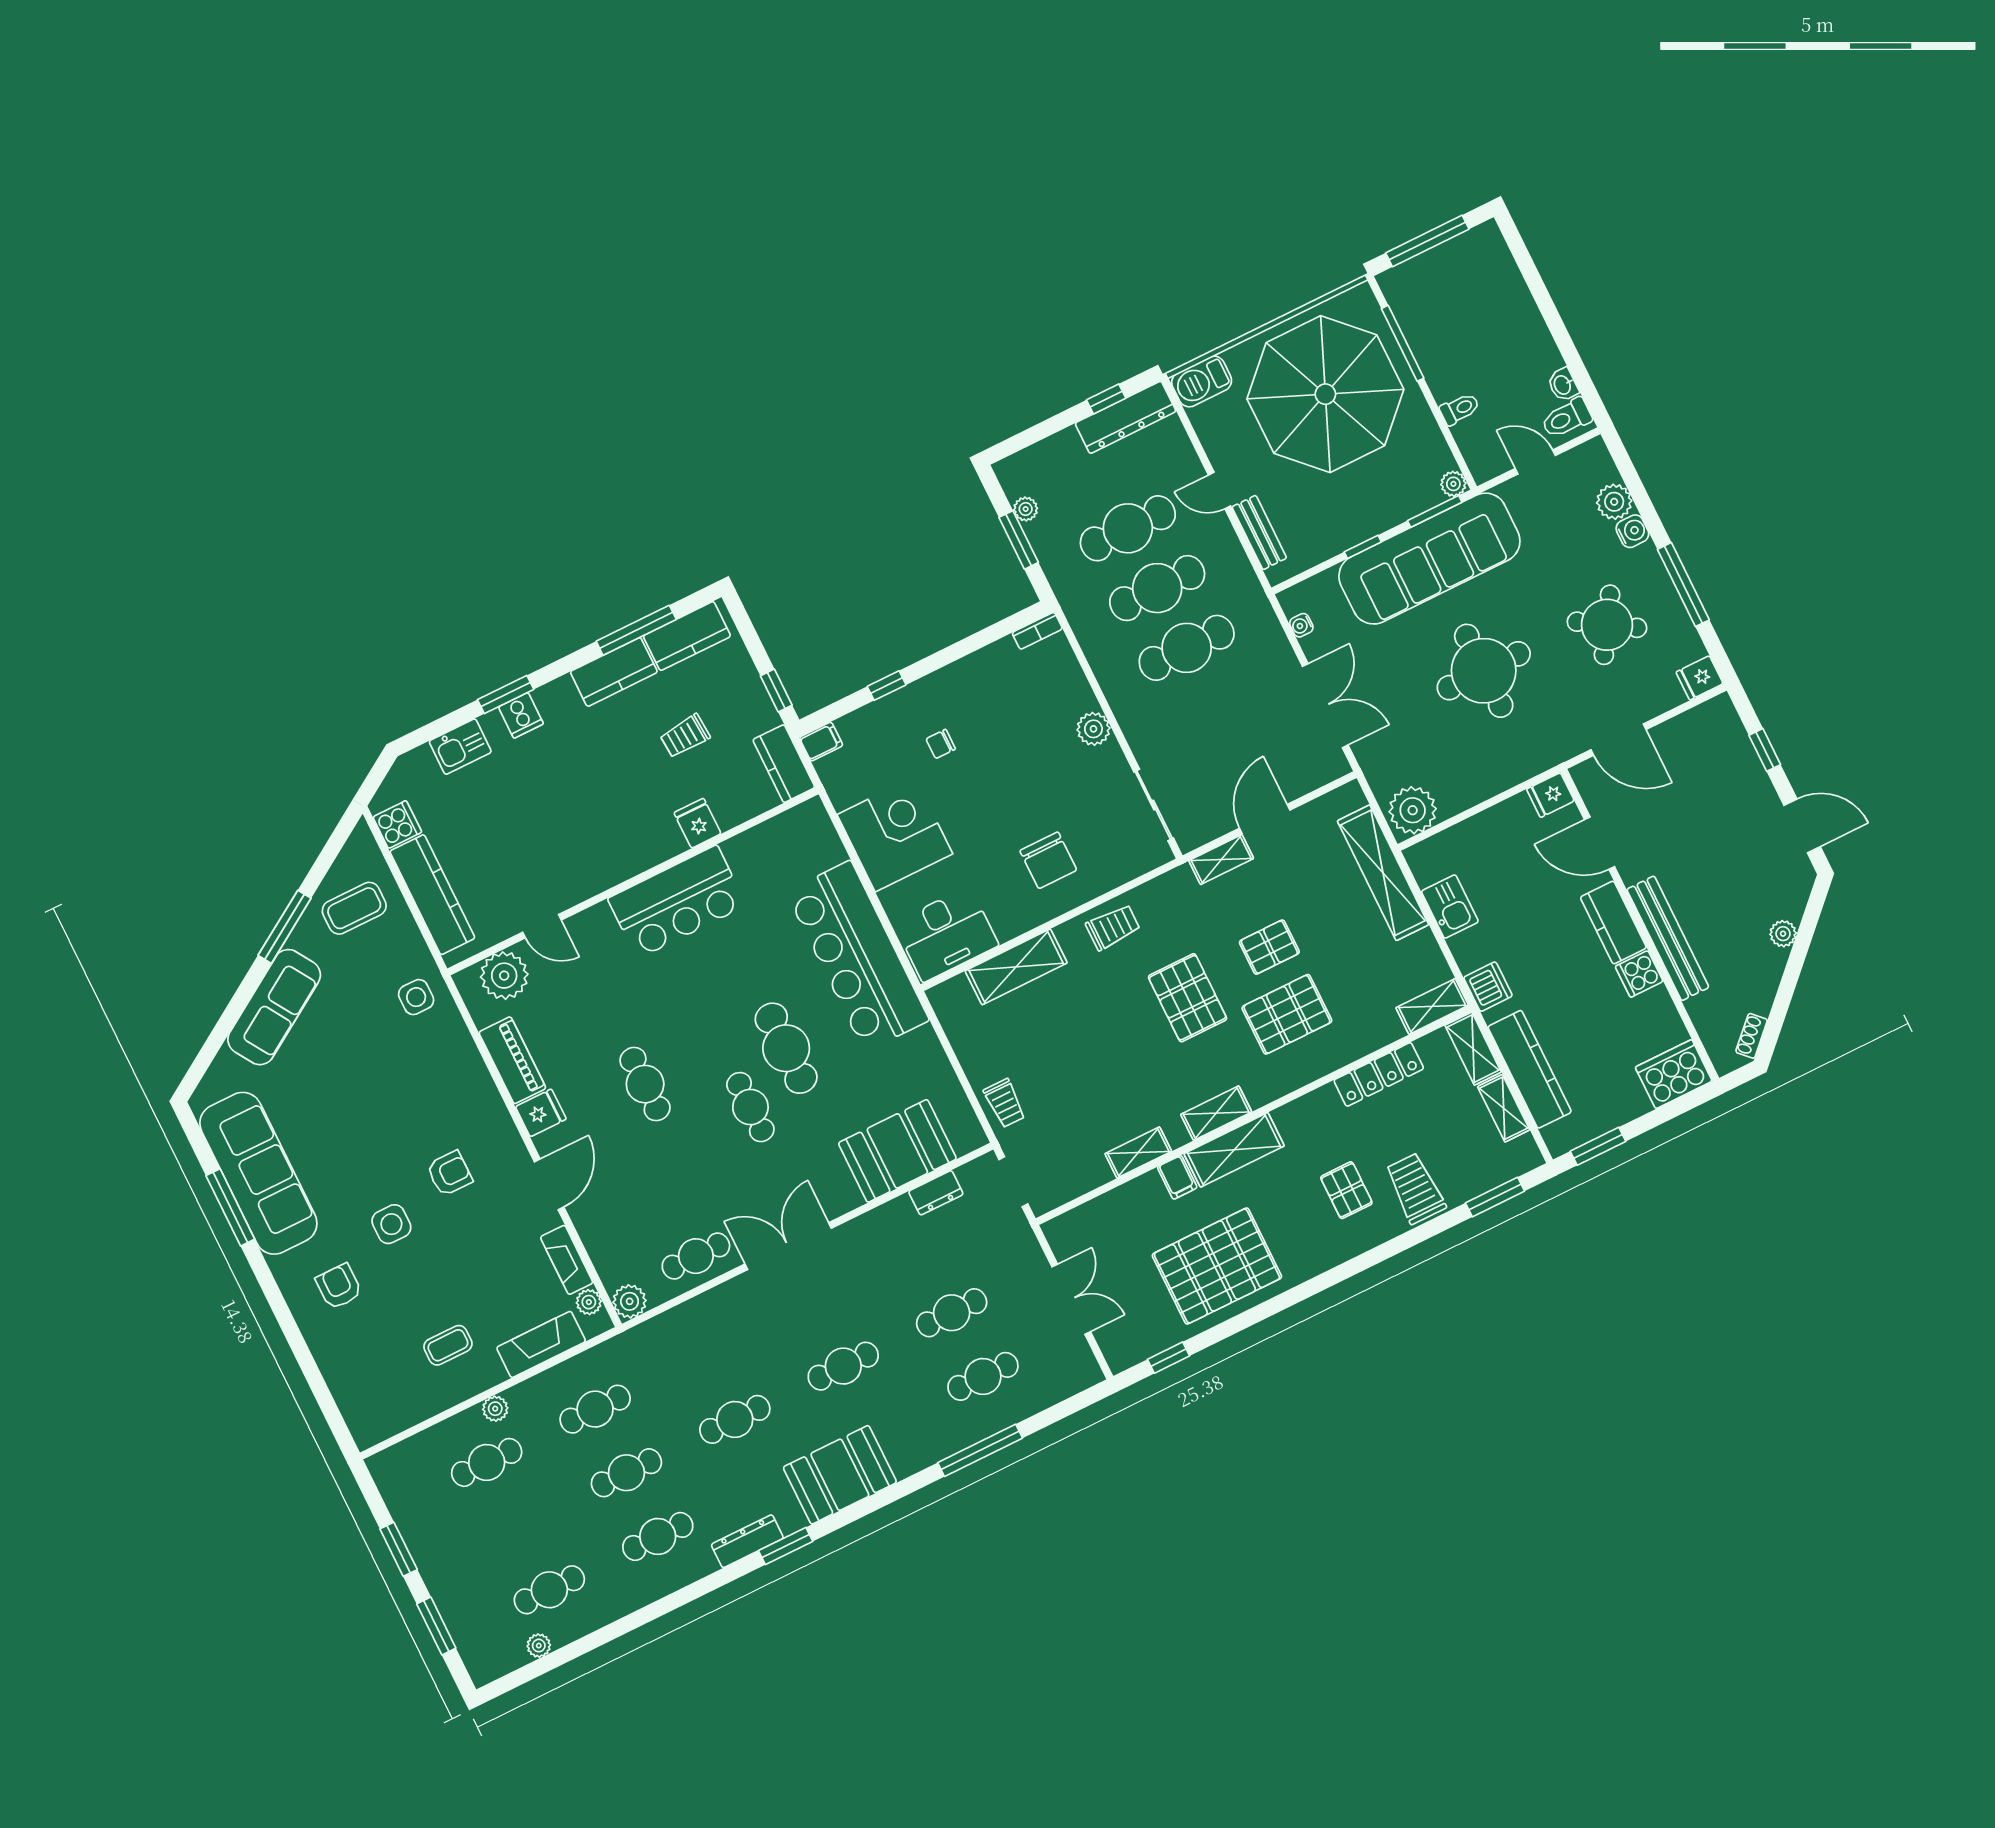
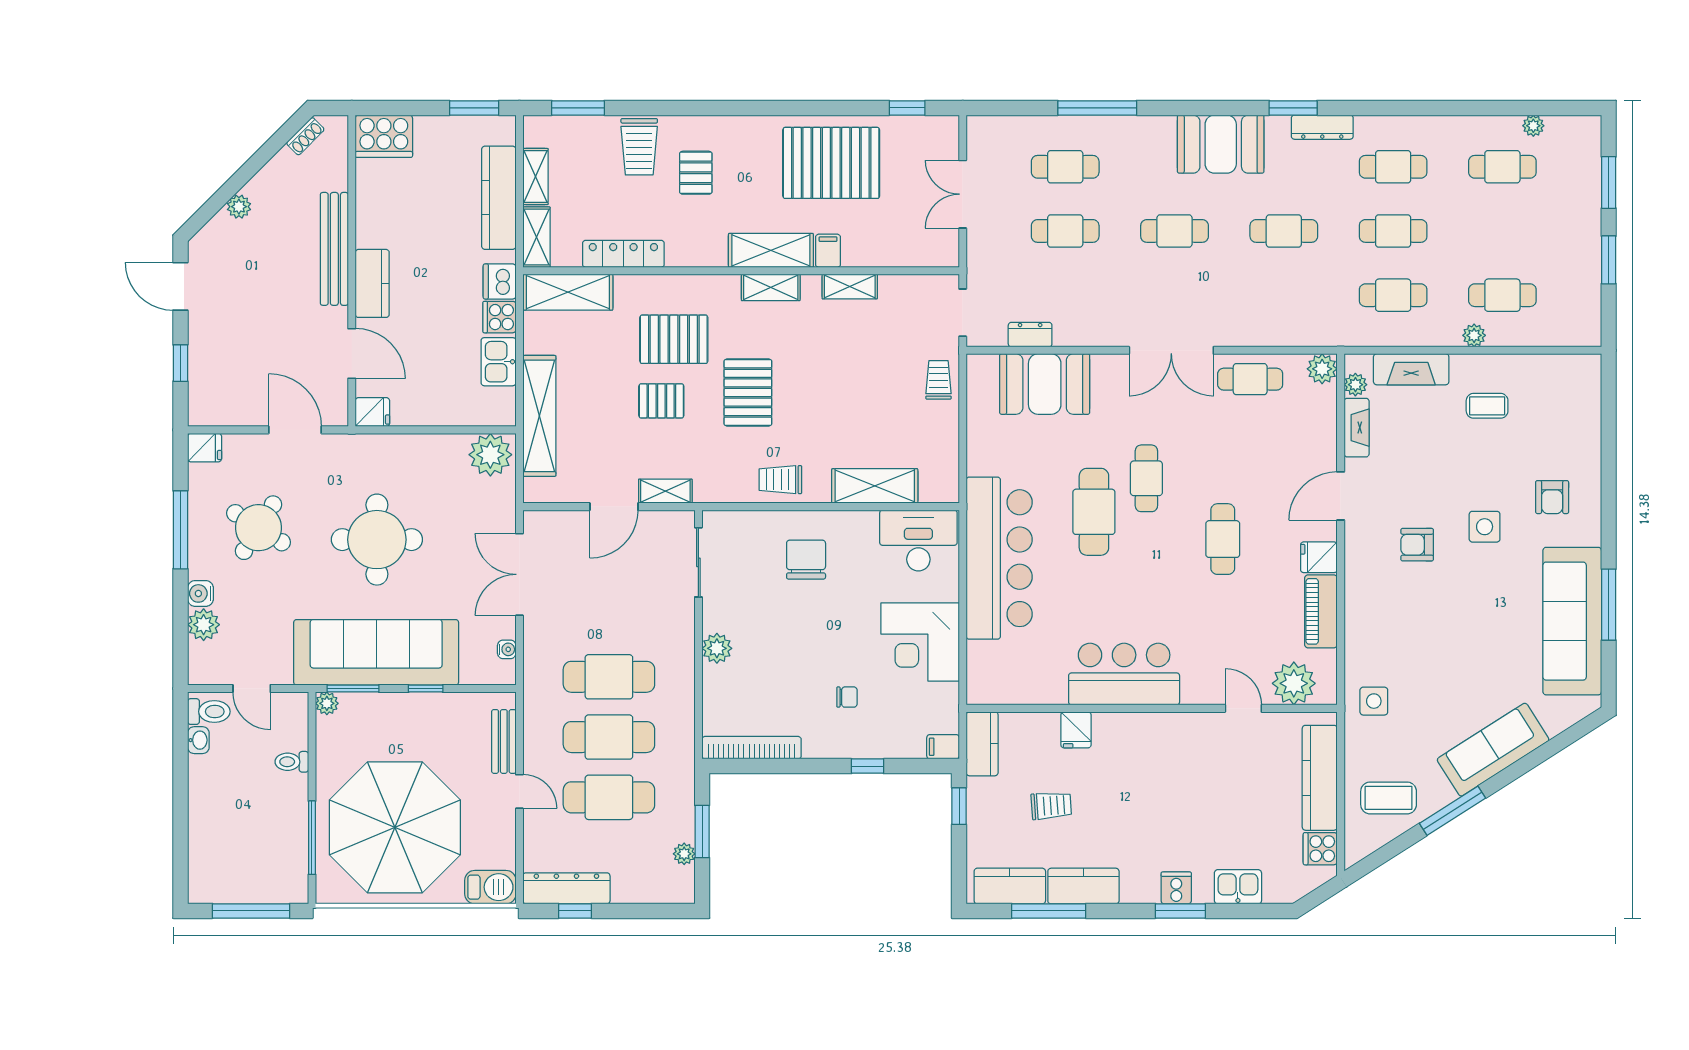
bookcase: (1037, 631) -> (752, 748), width x2.31, depth x1.31
cooker: (1639, 974) -> (499, 317), moved, turned 180
shelving: (1432, 1006) -> (568, 292), width x1.50, depth x1.33

